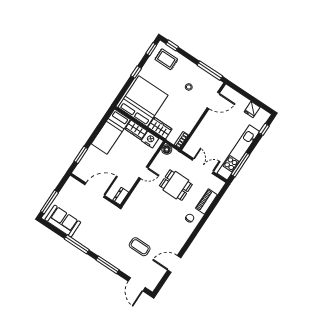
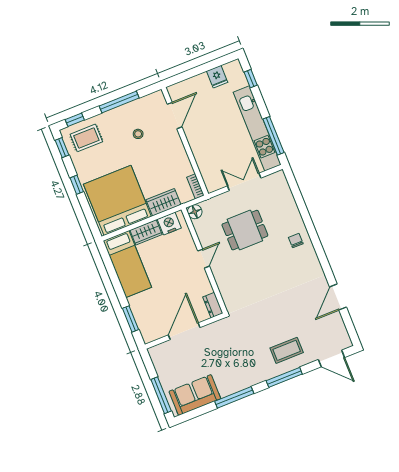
window: (210, 71) -> (119, 102), moved
piano: (206, 201) -> (290, 207), removed
coffee table: (140, 247) -> (287, 350), moved

